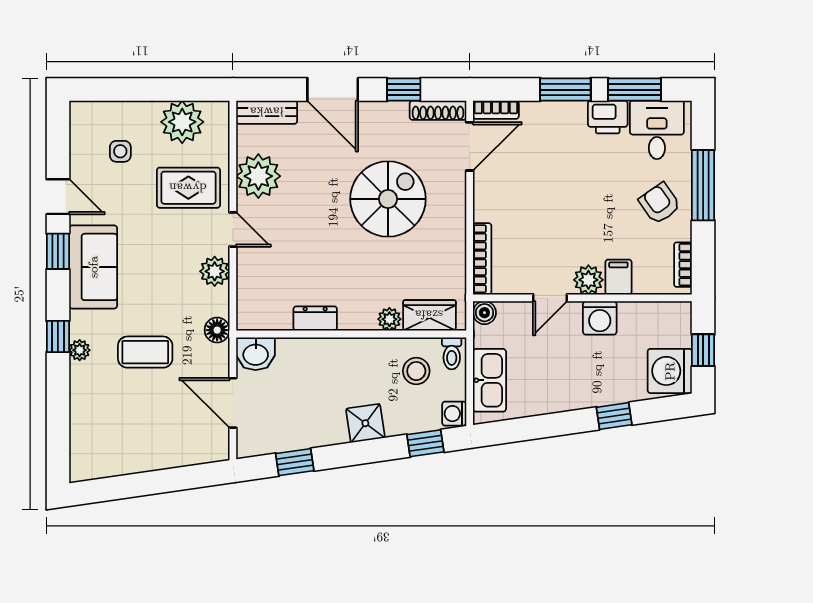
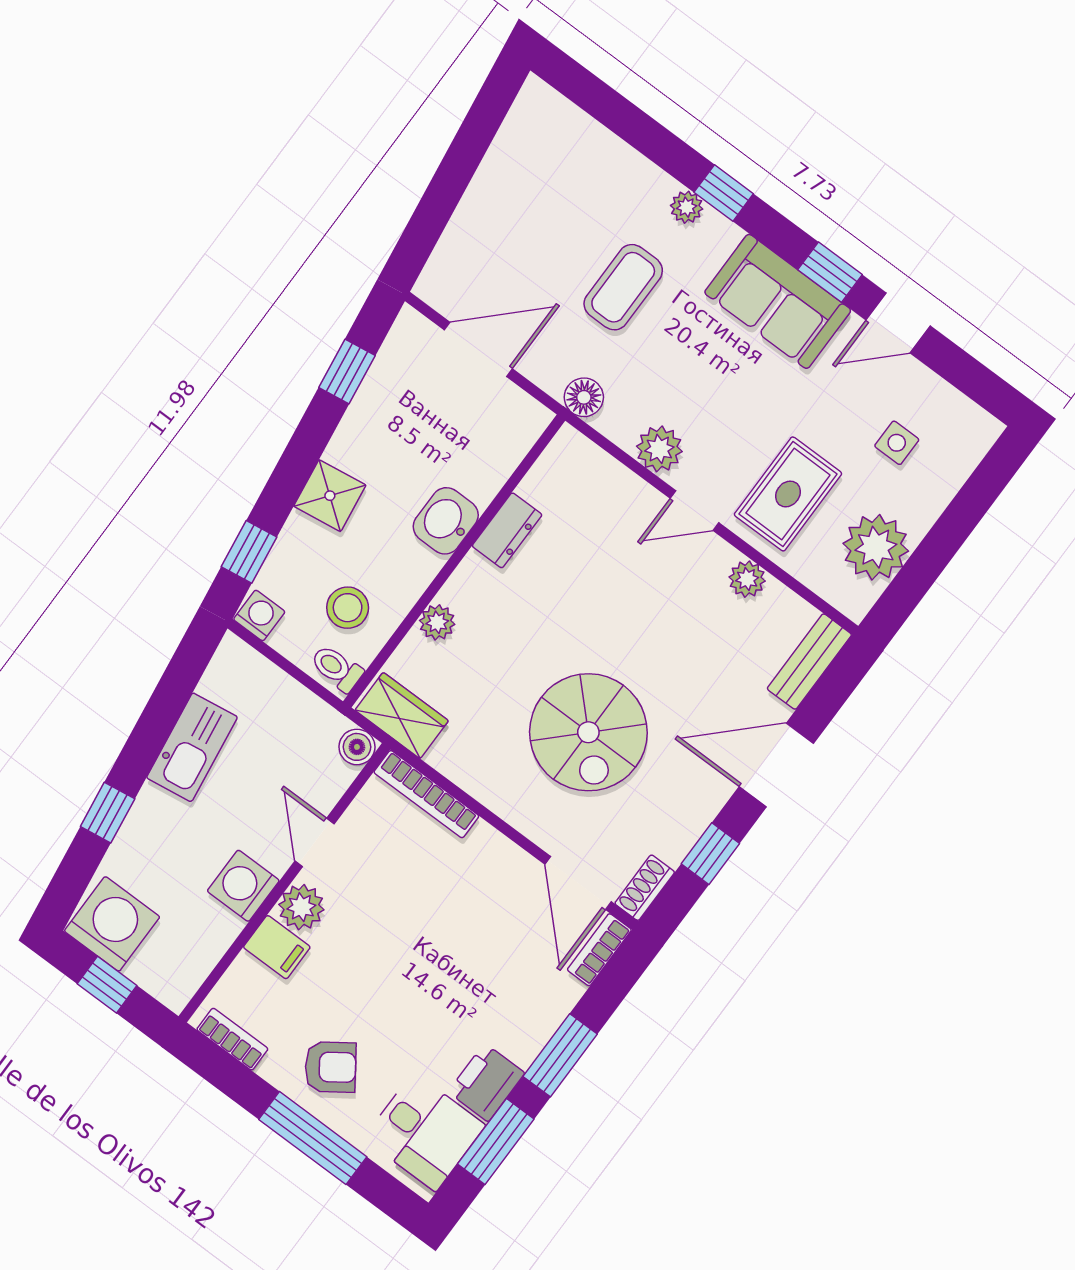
shoe rack: (438, 110) -> (645, 888), width x0.70
plant: (258, 176) -> (747, 579), width x0.53, depth x0.53
wardrobe: (429, 315) -> (402, 715), moved, turned -90
washbasin: (256, 354) -> (446, 521), moved
kitchen sink: (490, 380) -> (192, 747), moved, turned -98

